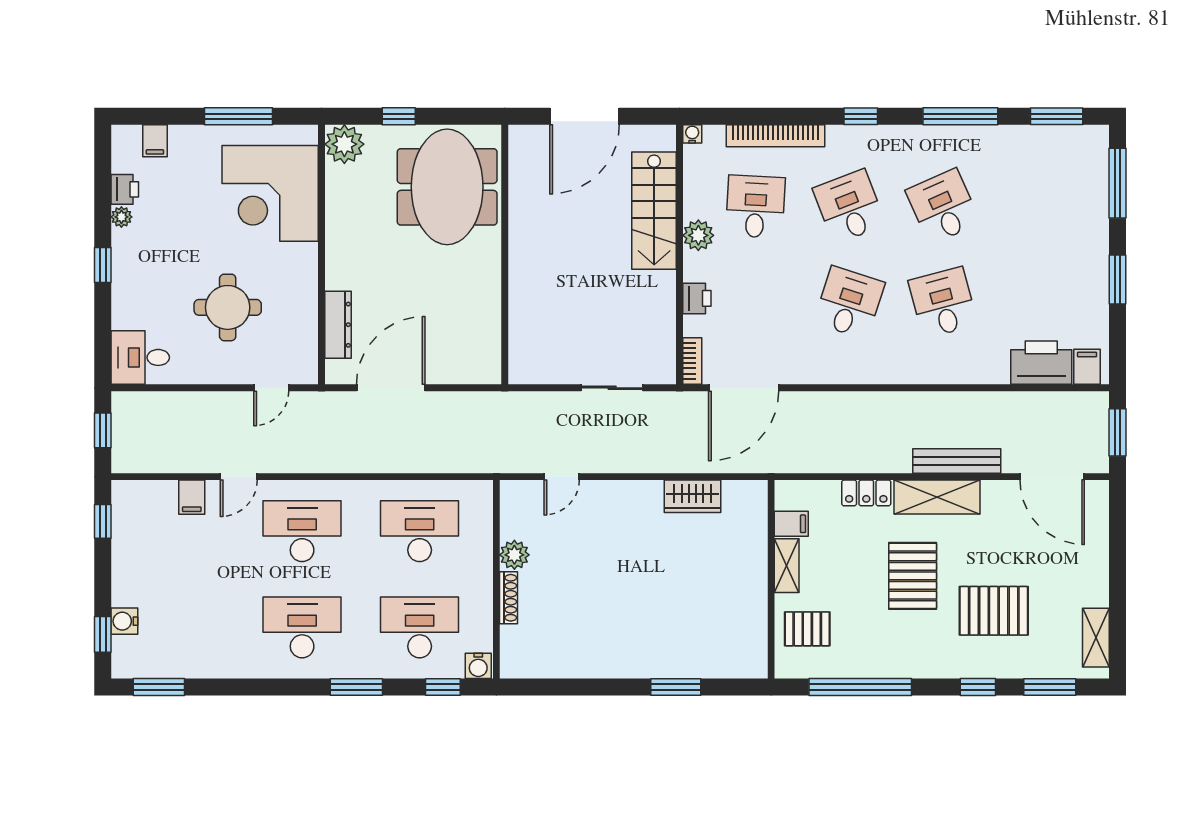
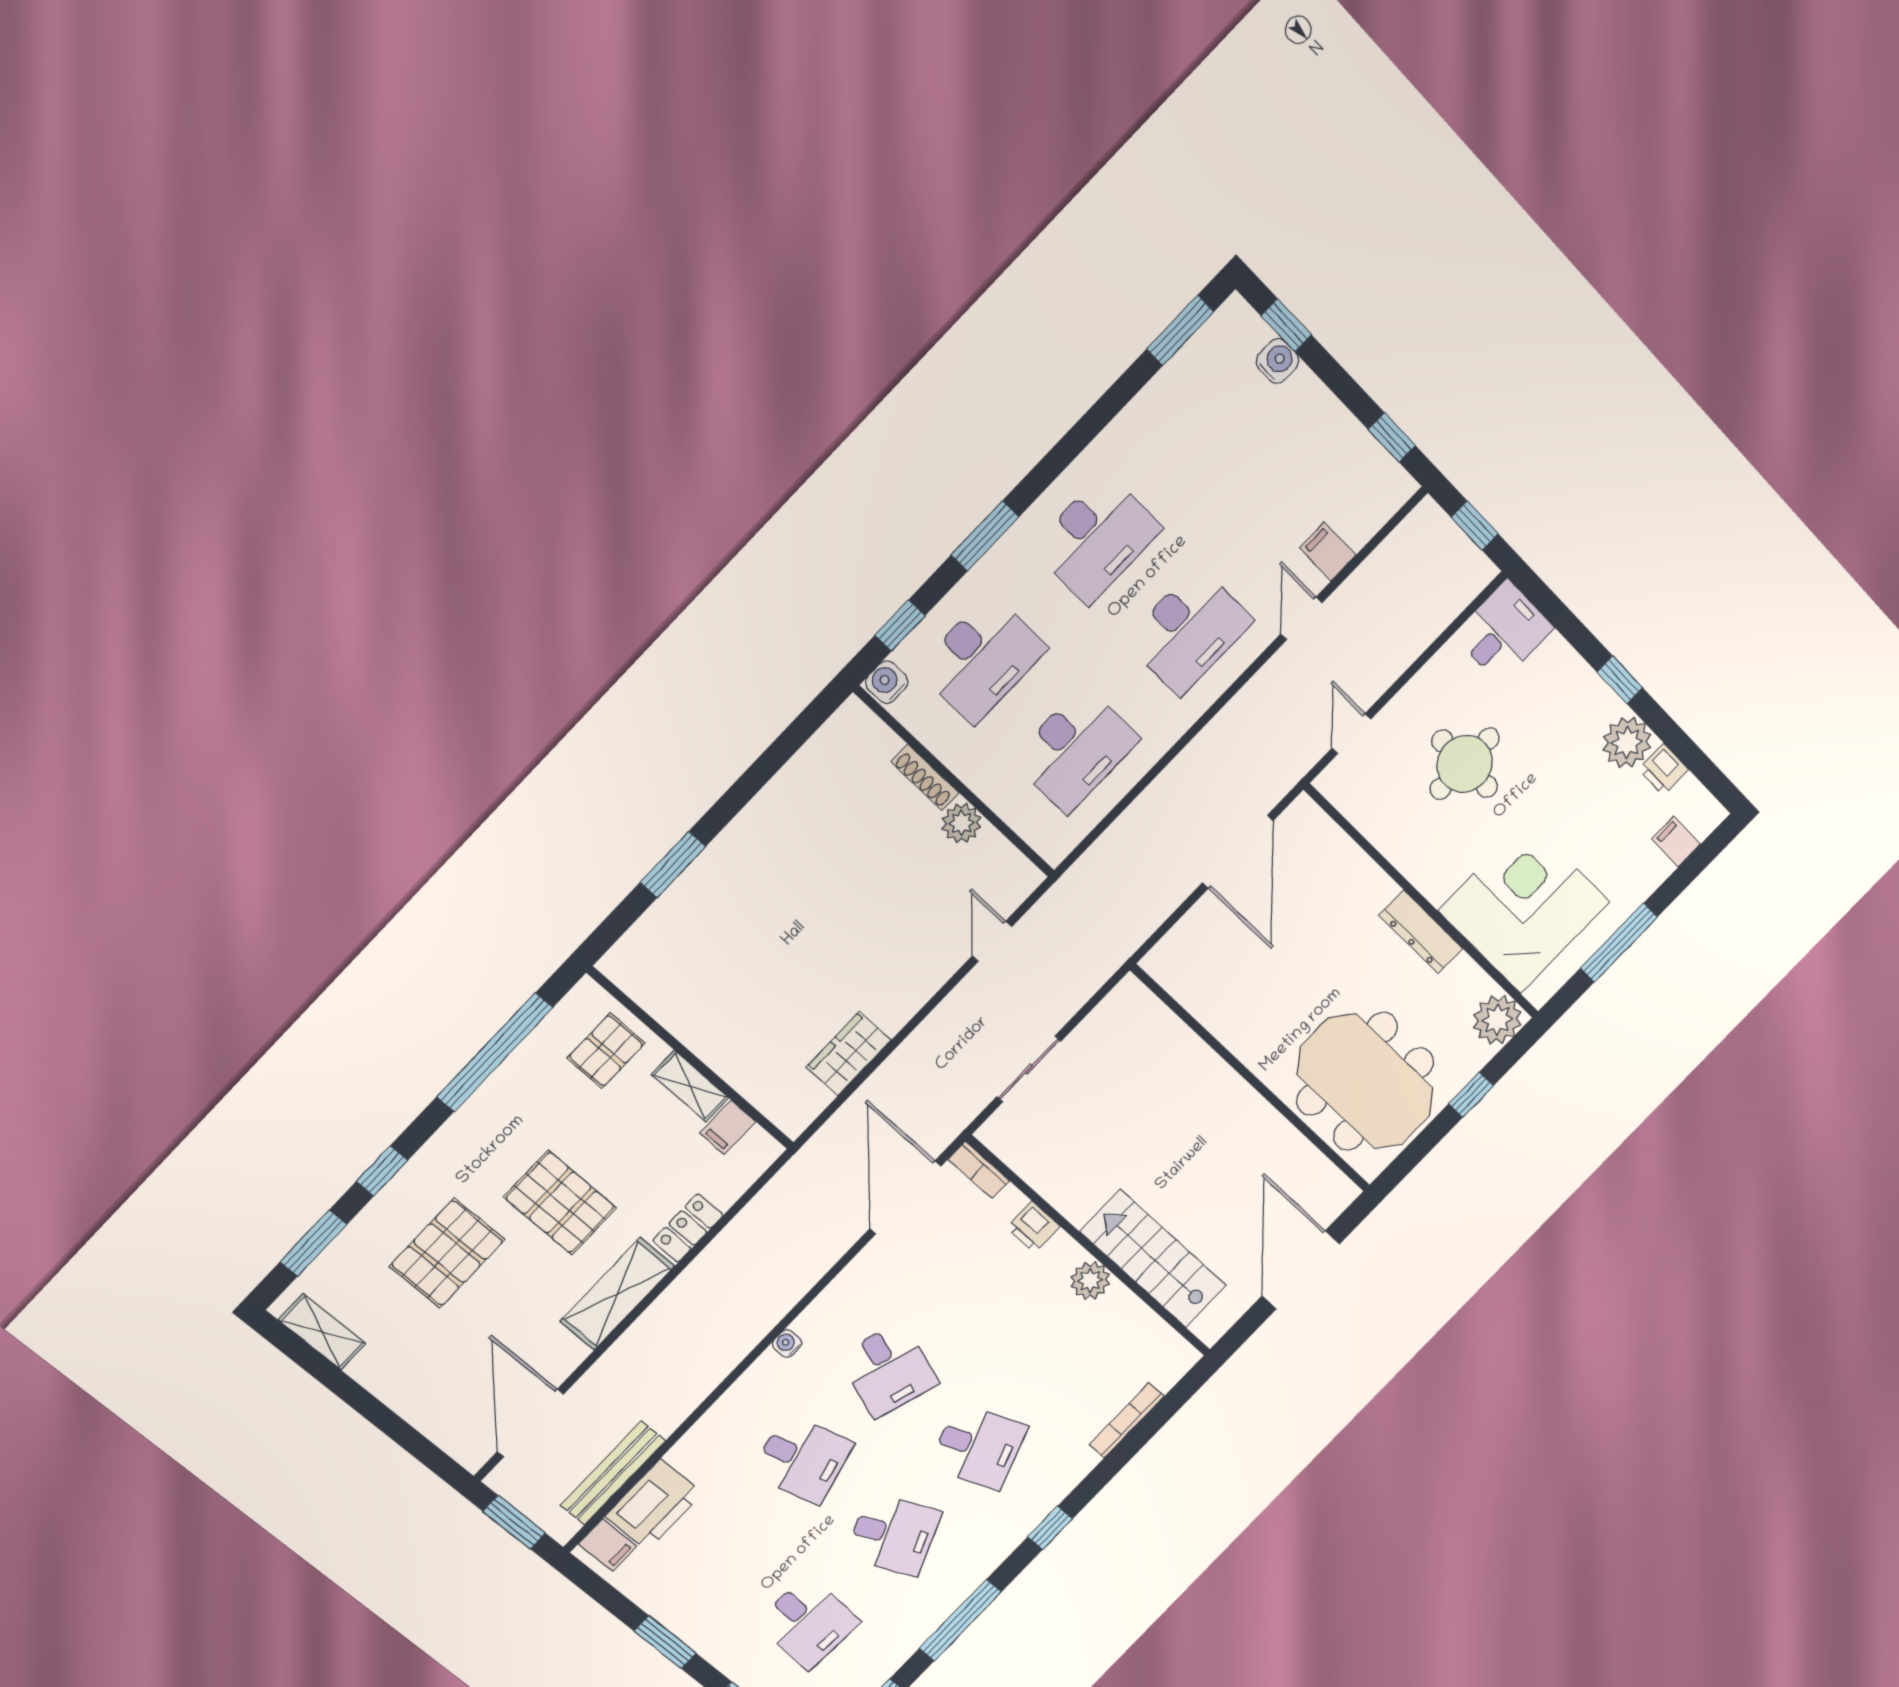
water cooler: (692, 134) -> (787, 1344), moved, turned 180
bookcase: (775, 136) -> (1127, 1420), width x0.68, depth x0.76
desk: (755, 207) -> (808, 1622), moved
plant: (121, 217) -> (1627, 742), width x1.88, depth x1.88
dresser: (338, 325) -> (1421, 932), moved
bench: (957, 461) -> (613, 1473), moved
door: (1052, 477) -> (530, 1423), hinge flipped

